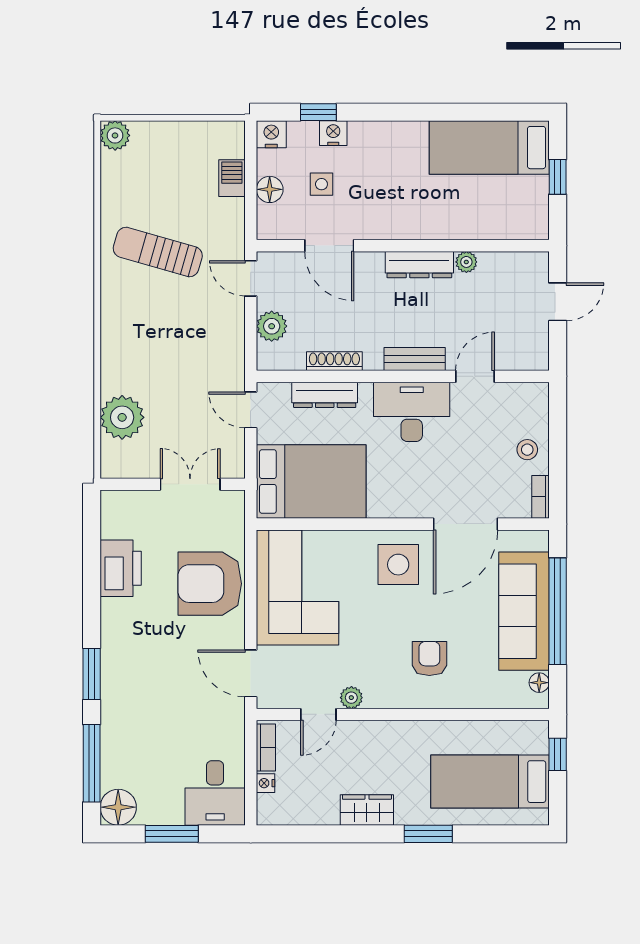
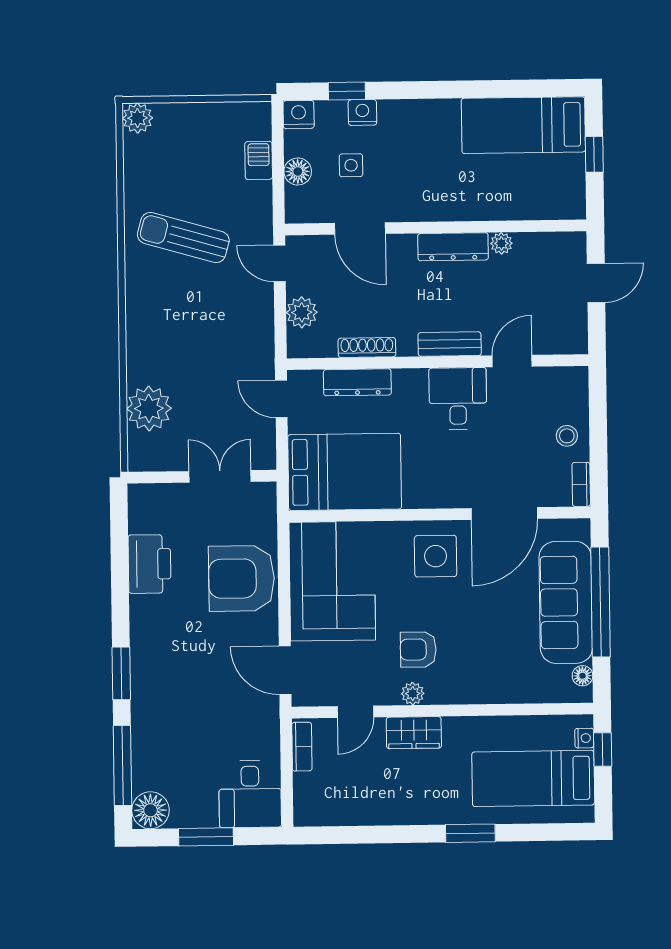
desk: (412, 412) -> (458, 398), width x0.73
armchair: (429, 659) -> (418, 650), moved, turned -90
plant: (351, 698) -> (413, 694), moved
nightstand: (265, 783) -> (584, 738), moved, turned 180
wardrobe: (367, 810) -> (414, 733), moved, turned 180

